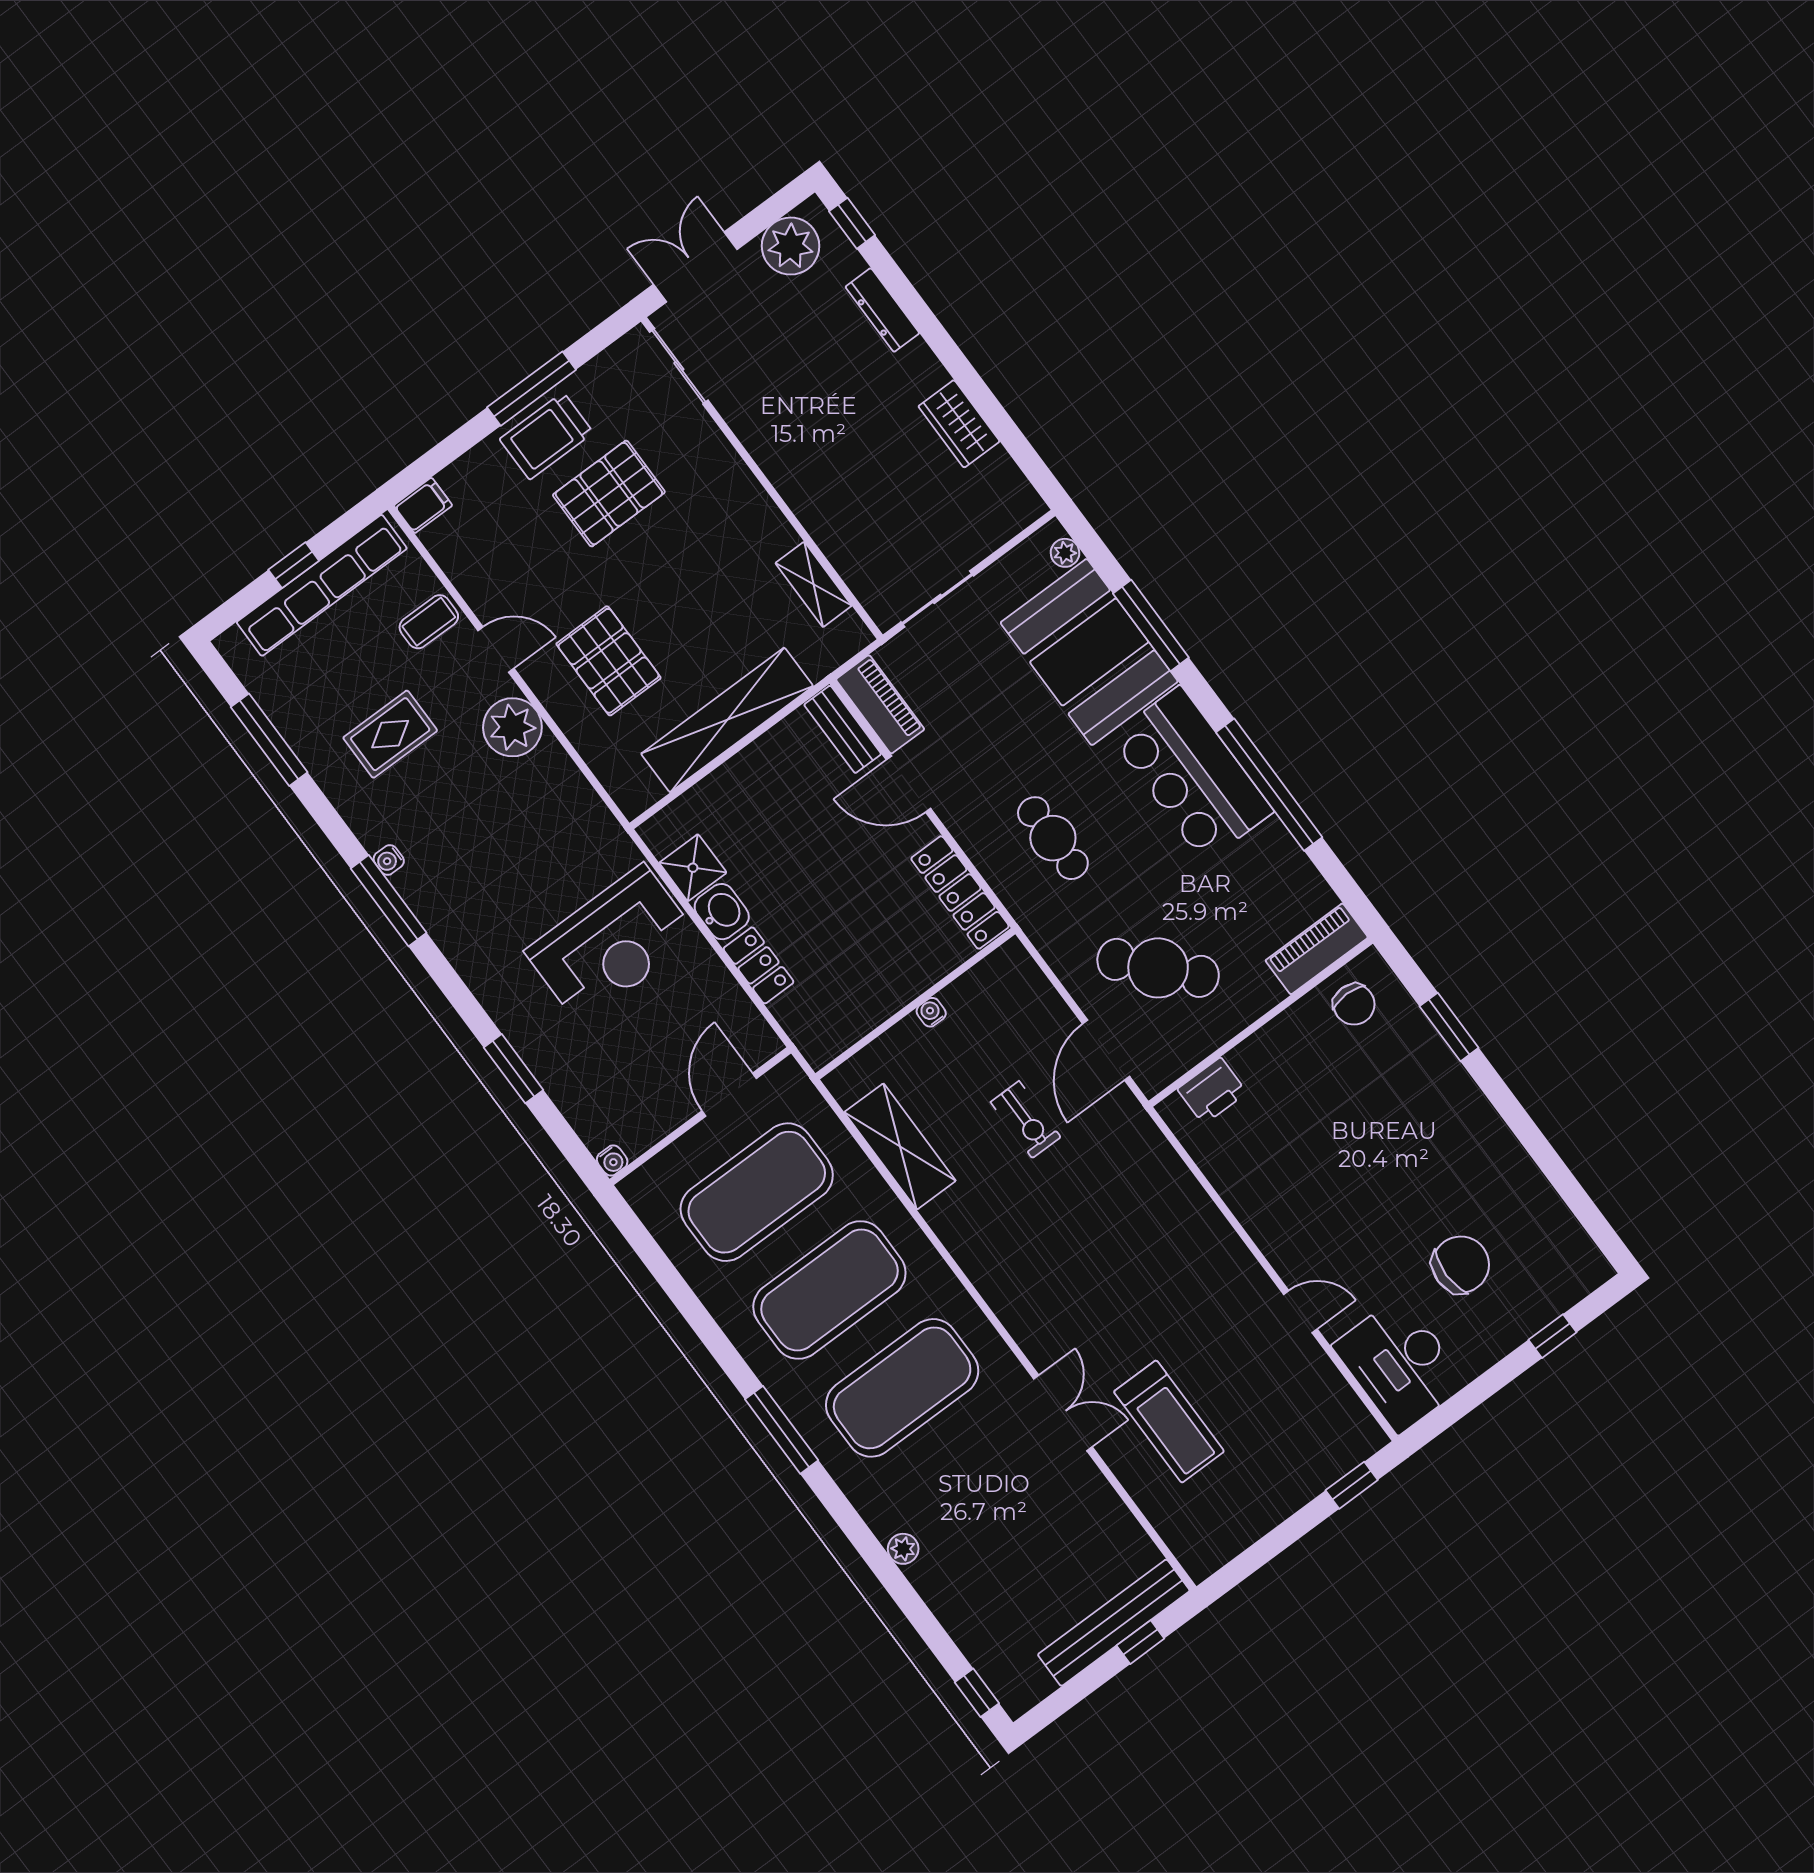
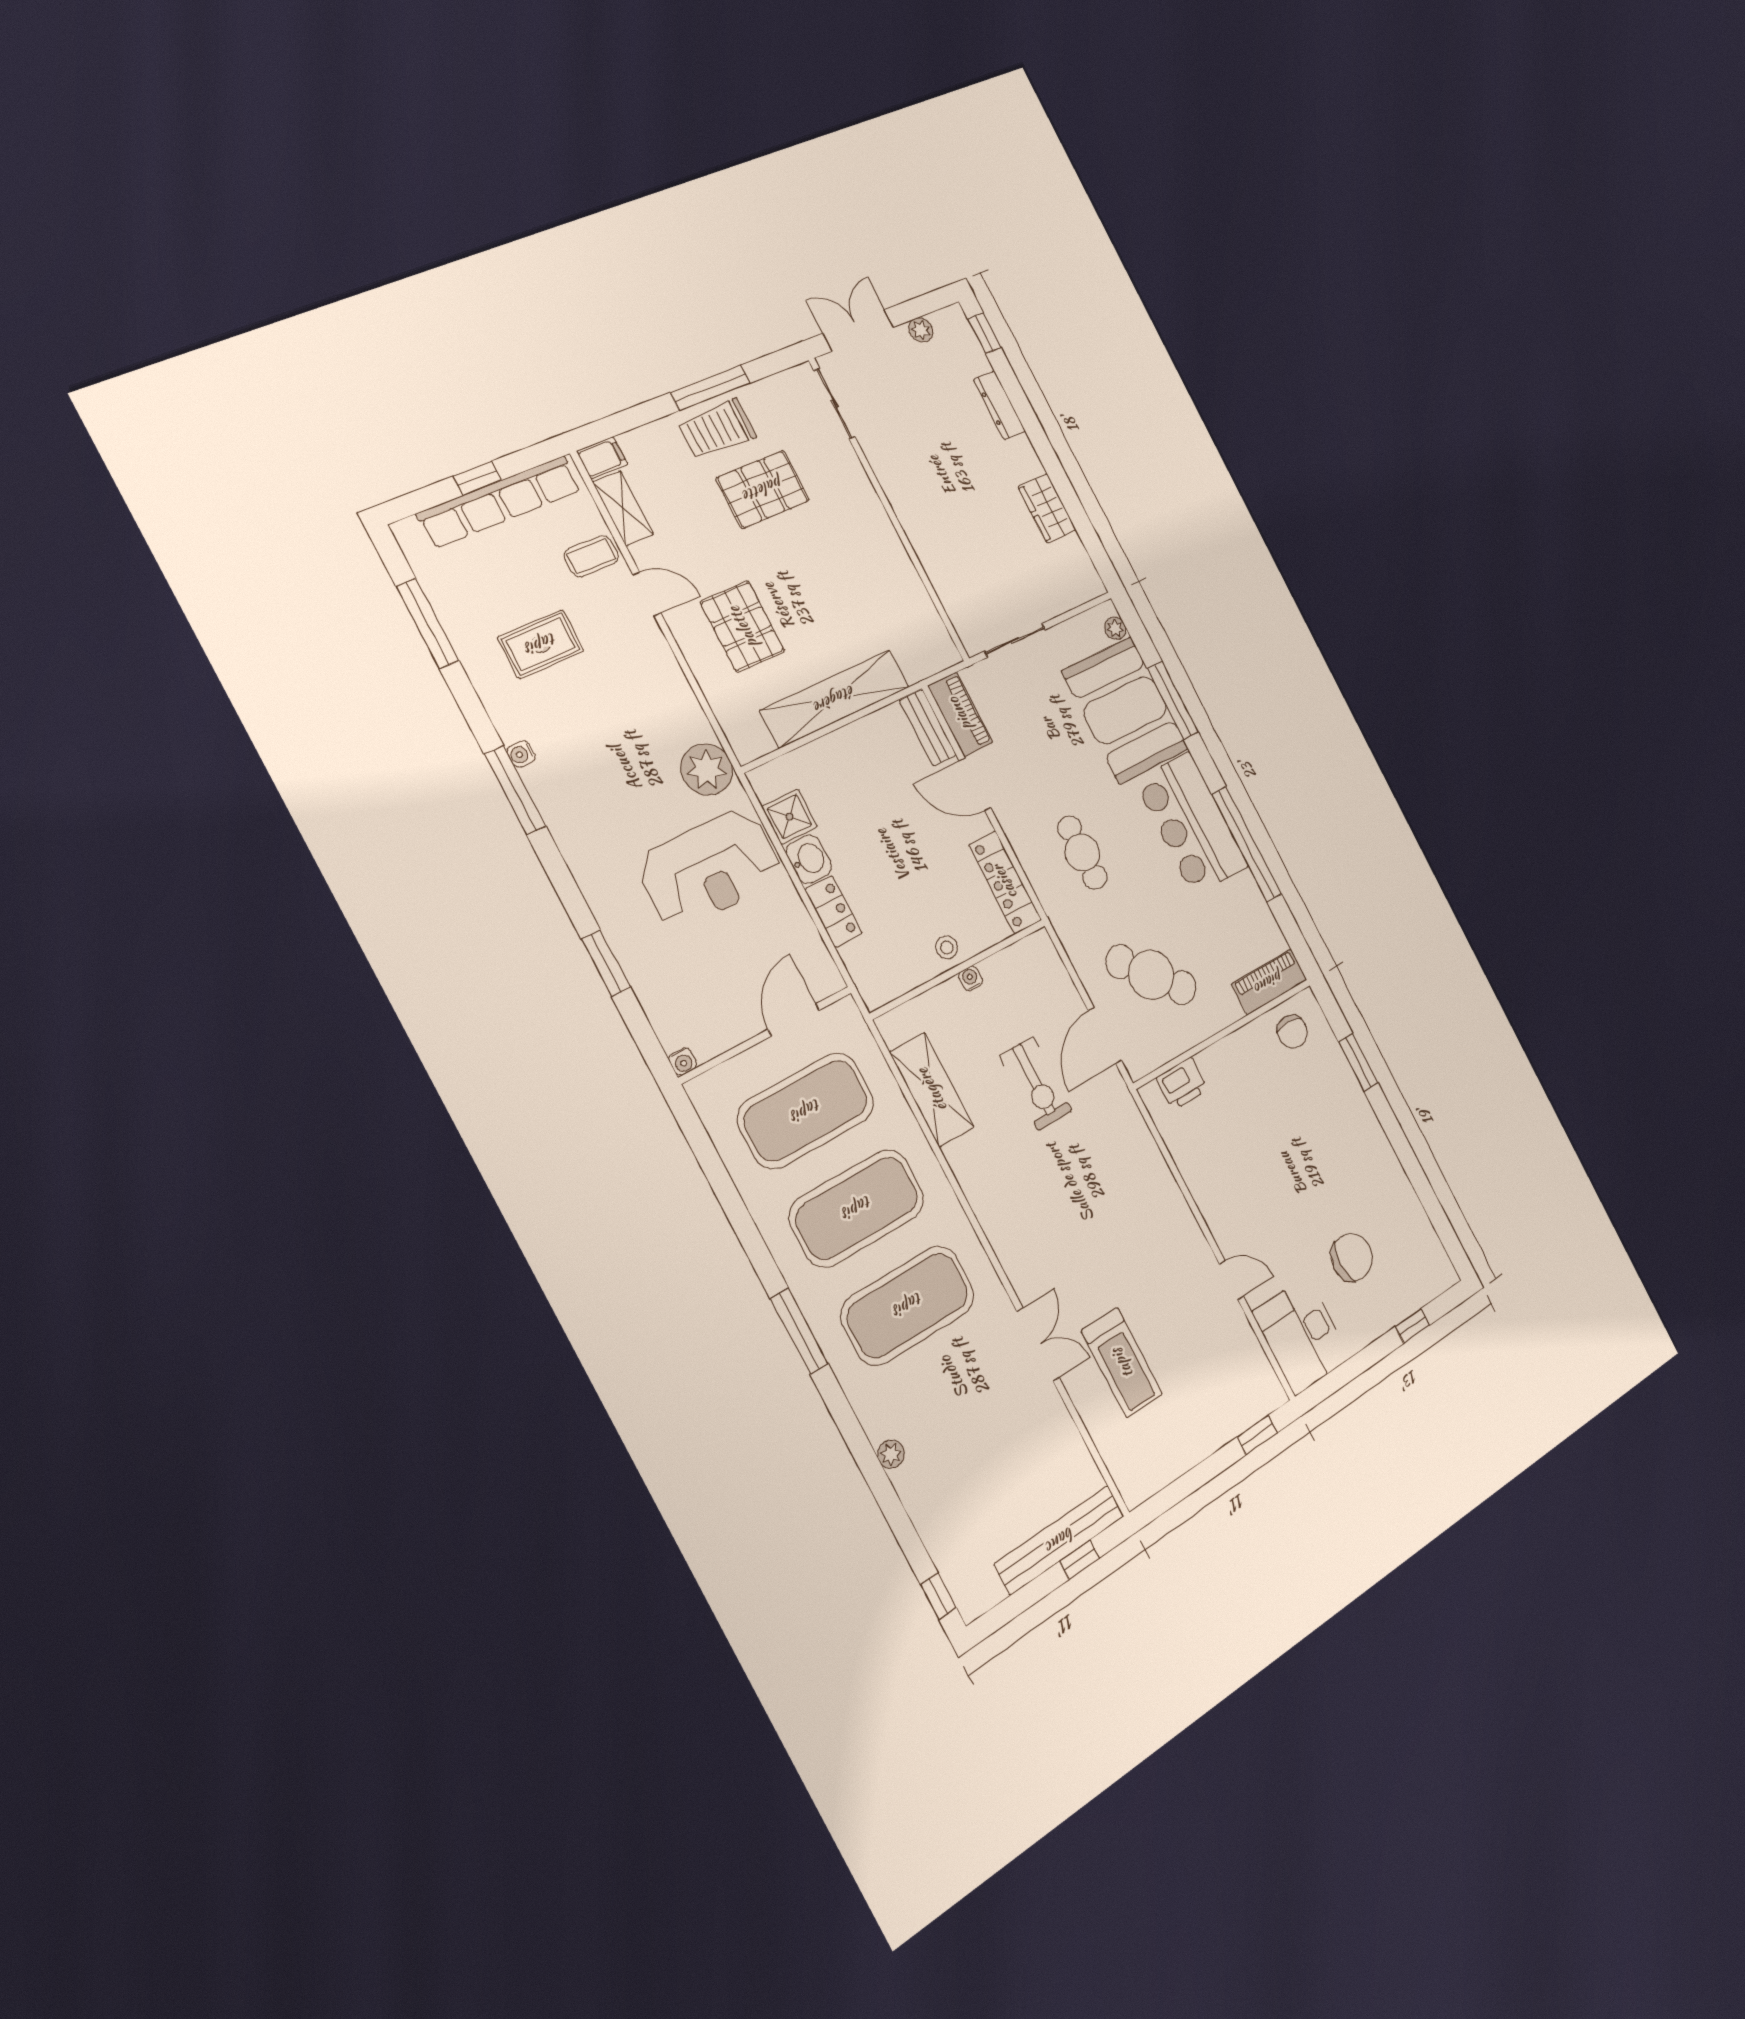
plant: (791, 246) -> (921, 330), width x0.53, depth x0.53
shelving: (814, 584) -> (623, 508), moved
plant: (512, 727) -> (707, 770), moved
stool: (898, 982) -> (947, 947), added
exercise bike: (1026, 1120) -> (1036, 1083), width x1.38, depth x1.39

